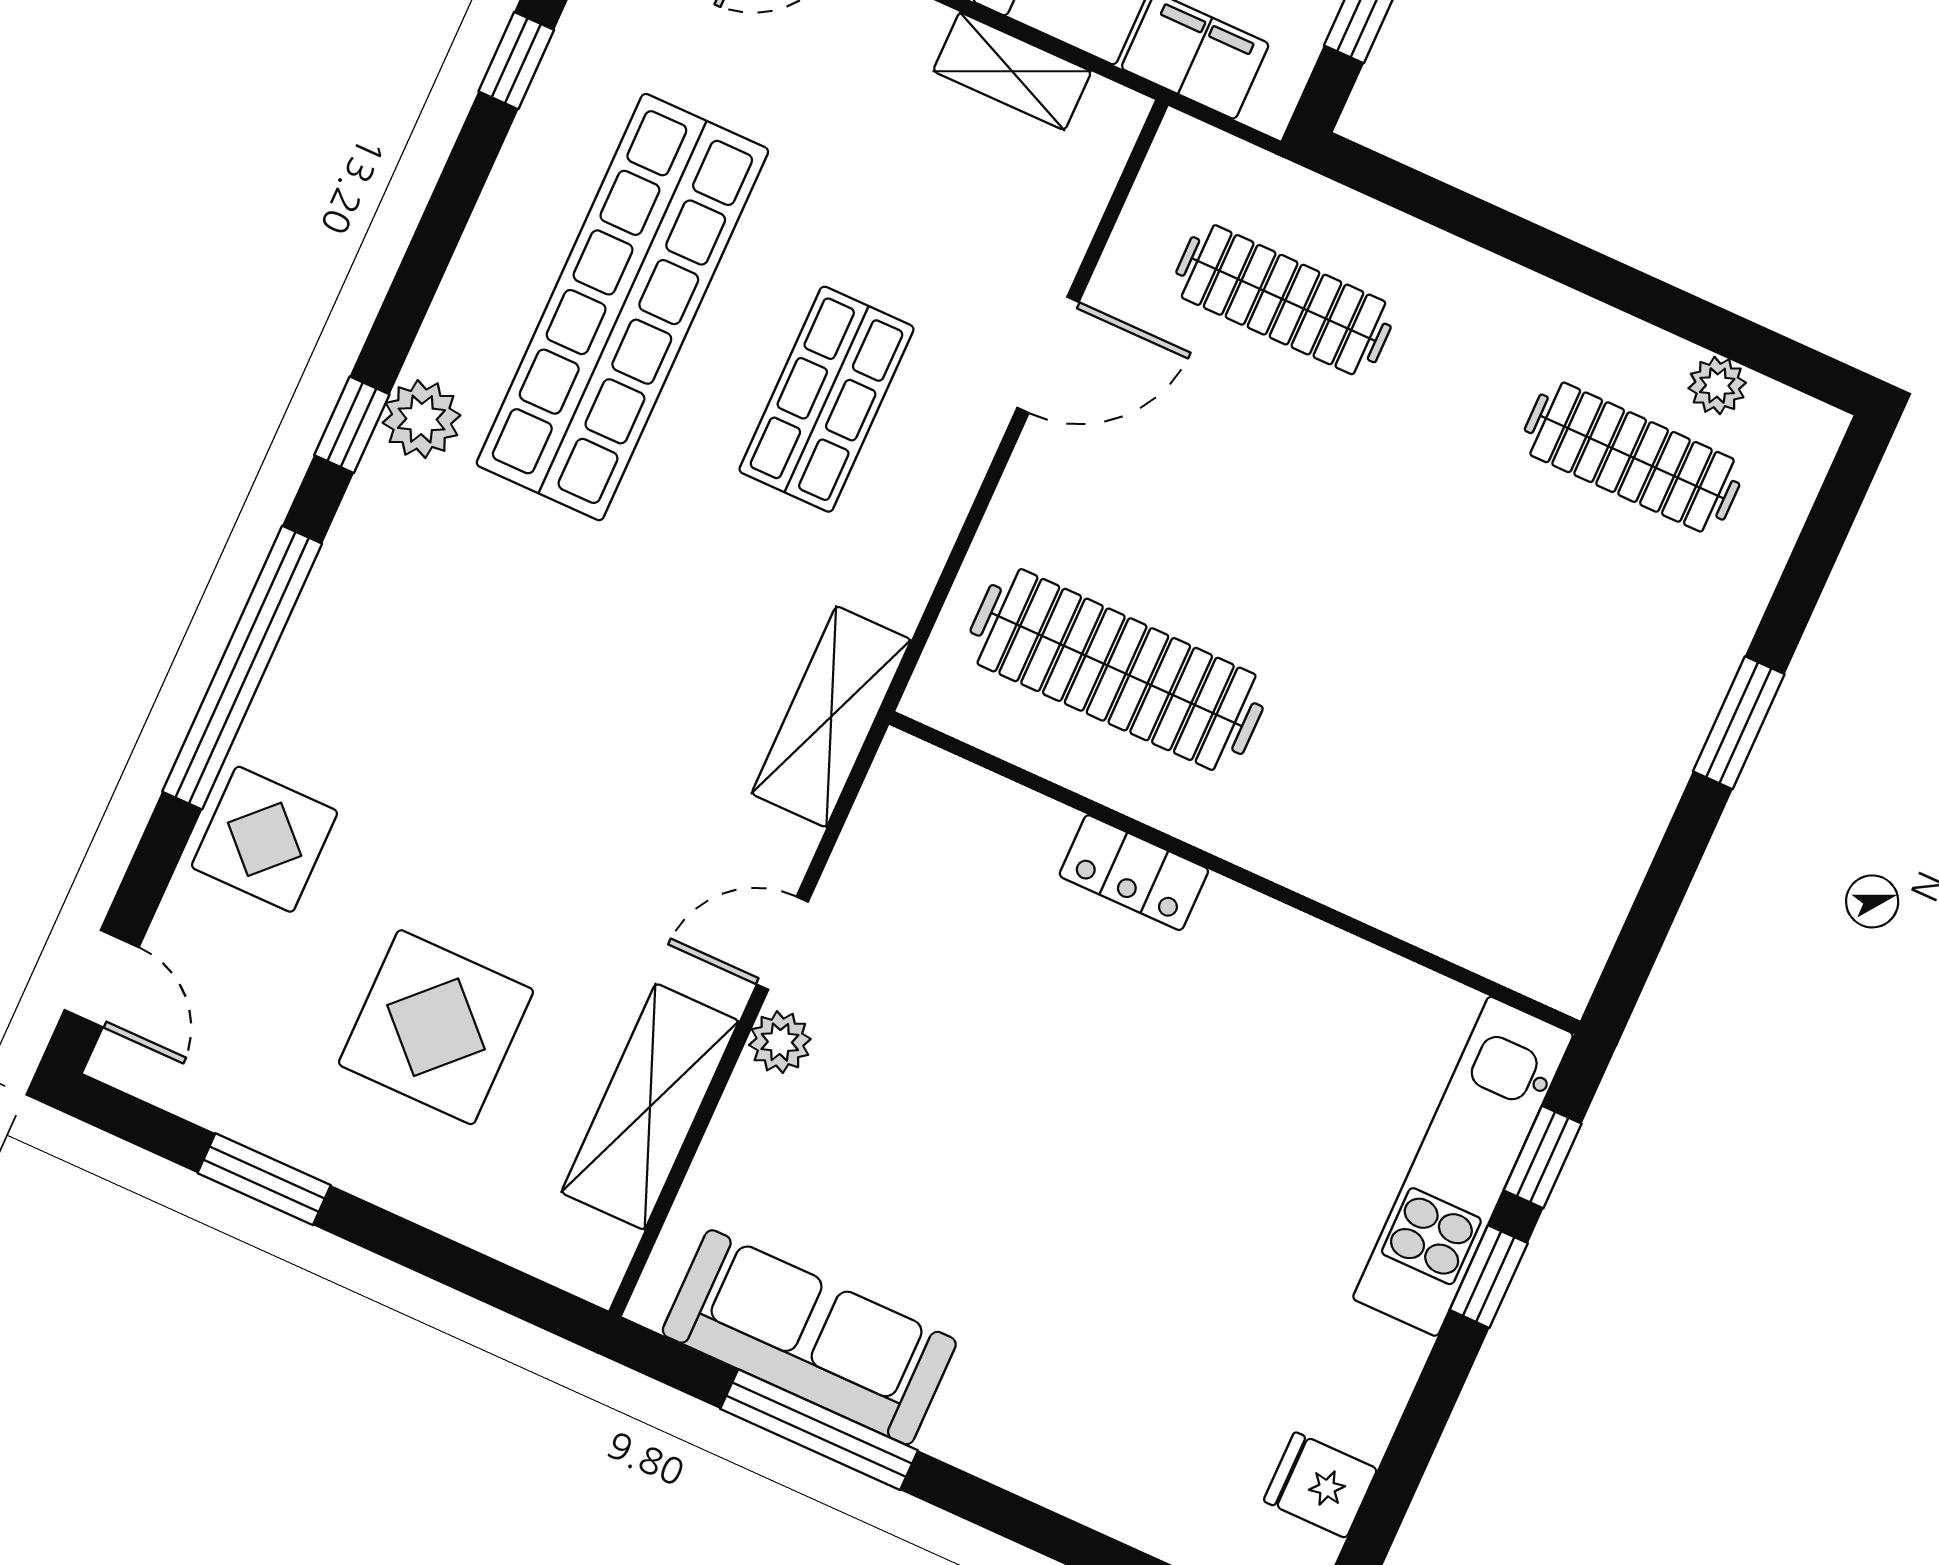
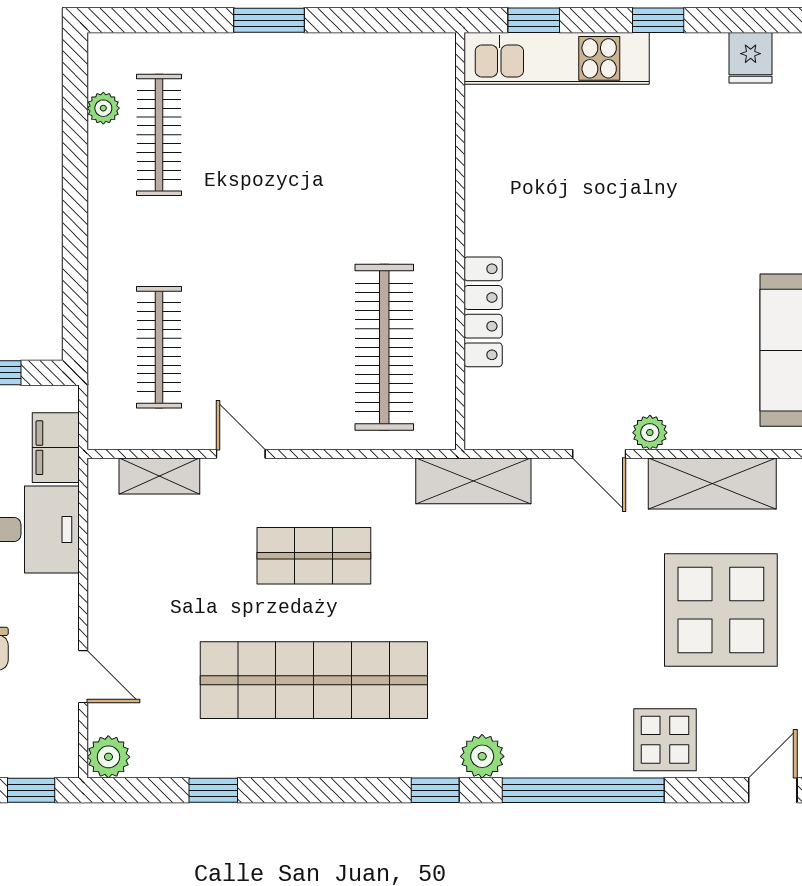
shelving: (1012, 71) -> (159, 476), moved, turned 90
door: (1048, 355) -> (241, 454), width x0.73
plant: (422, 419) -> (482, 756), moved
locker: (1134, 873) -> (483, 312), width x1.53
display table: (436, 1027) -> (721, 610), width x1.36, depth x1.36
window: (1489, 1277) -> (658, 20), moved

